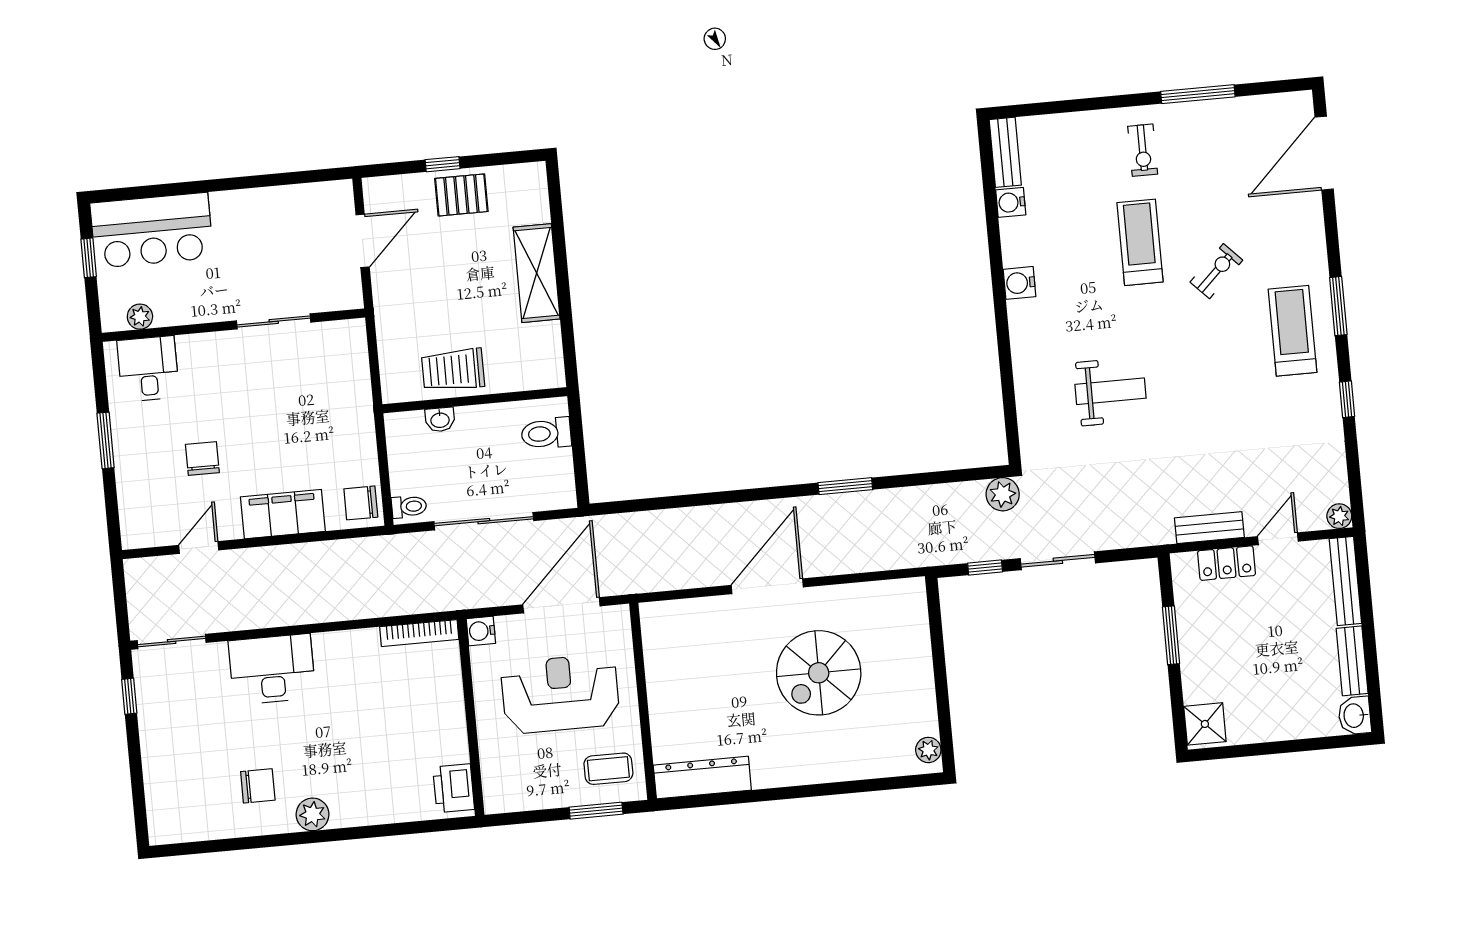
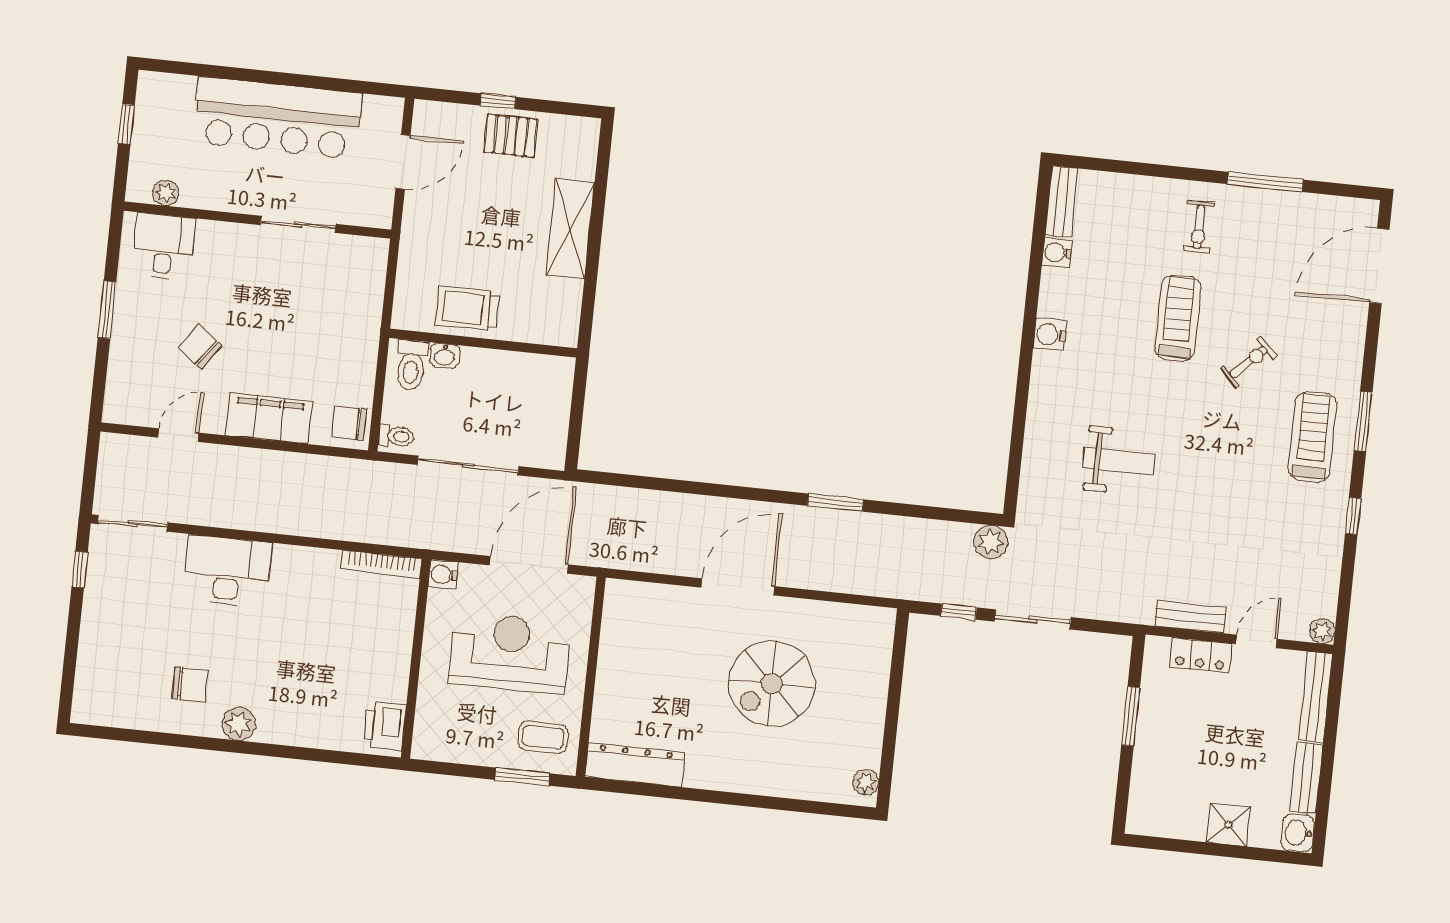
bar counter: (152, 230) -> (277, 118), moved, width x1.36
toilet: (546, 433) -> (411, 365), moved, turned -90
chair: (202, 459) -> (200, 347), turned -53
shower: (1205, 724) -> (1228, 825), moved

